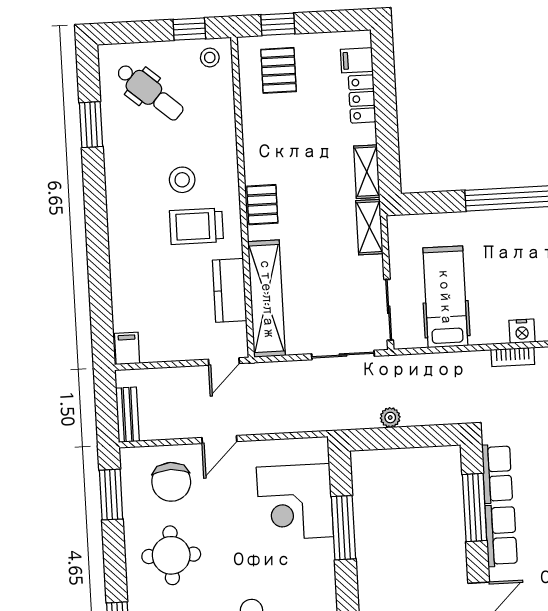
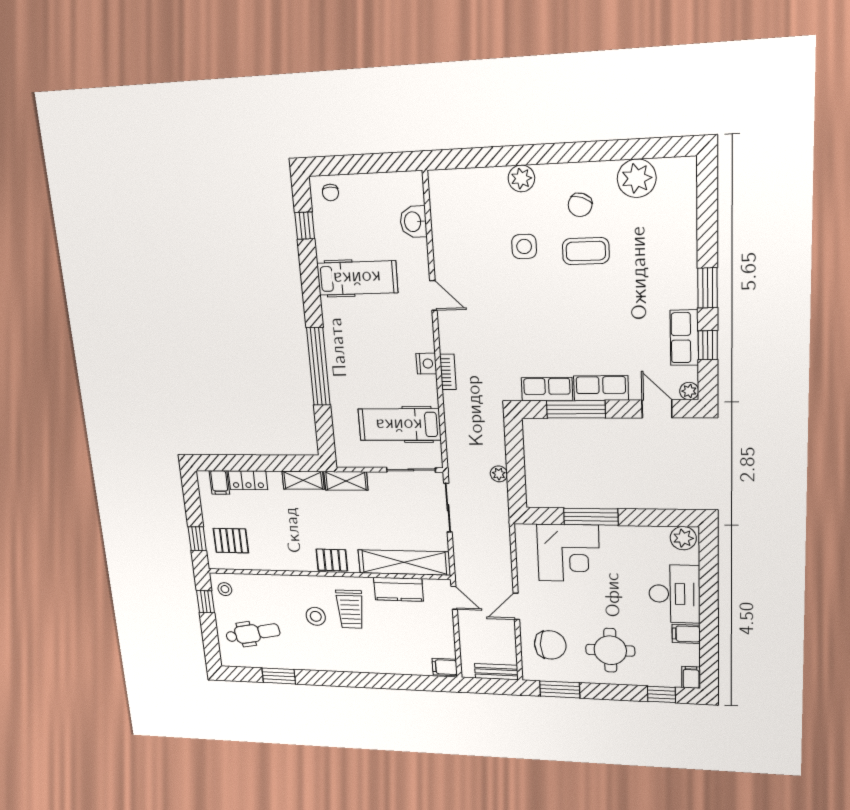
dental chair: (150, 92) -> (253, 633), turned 38
door: (219, 439) -> (516, 606), swing flipped

